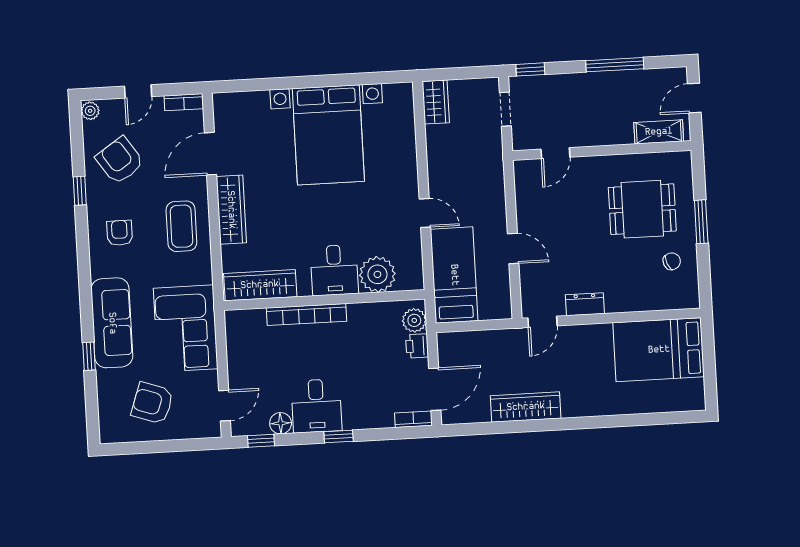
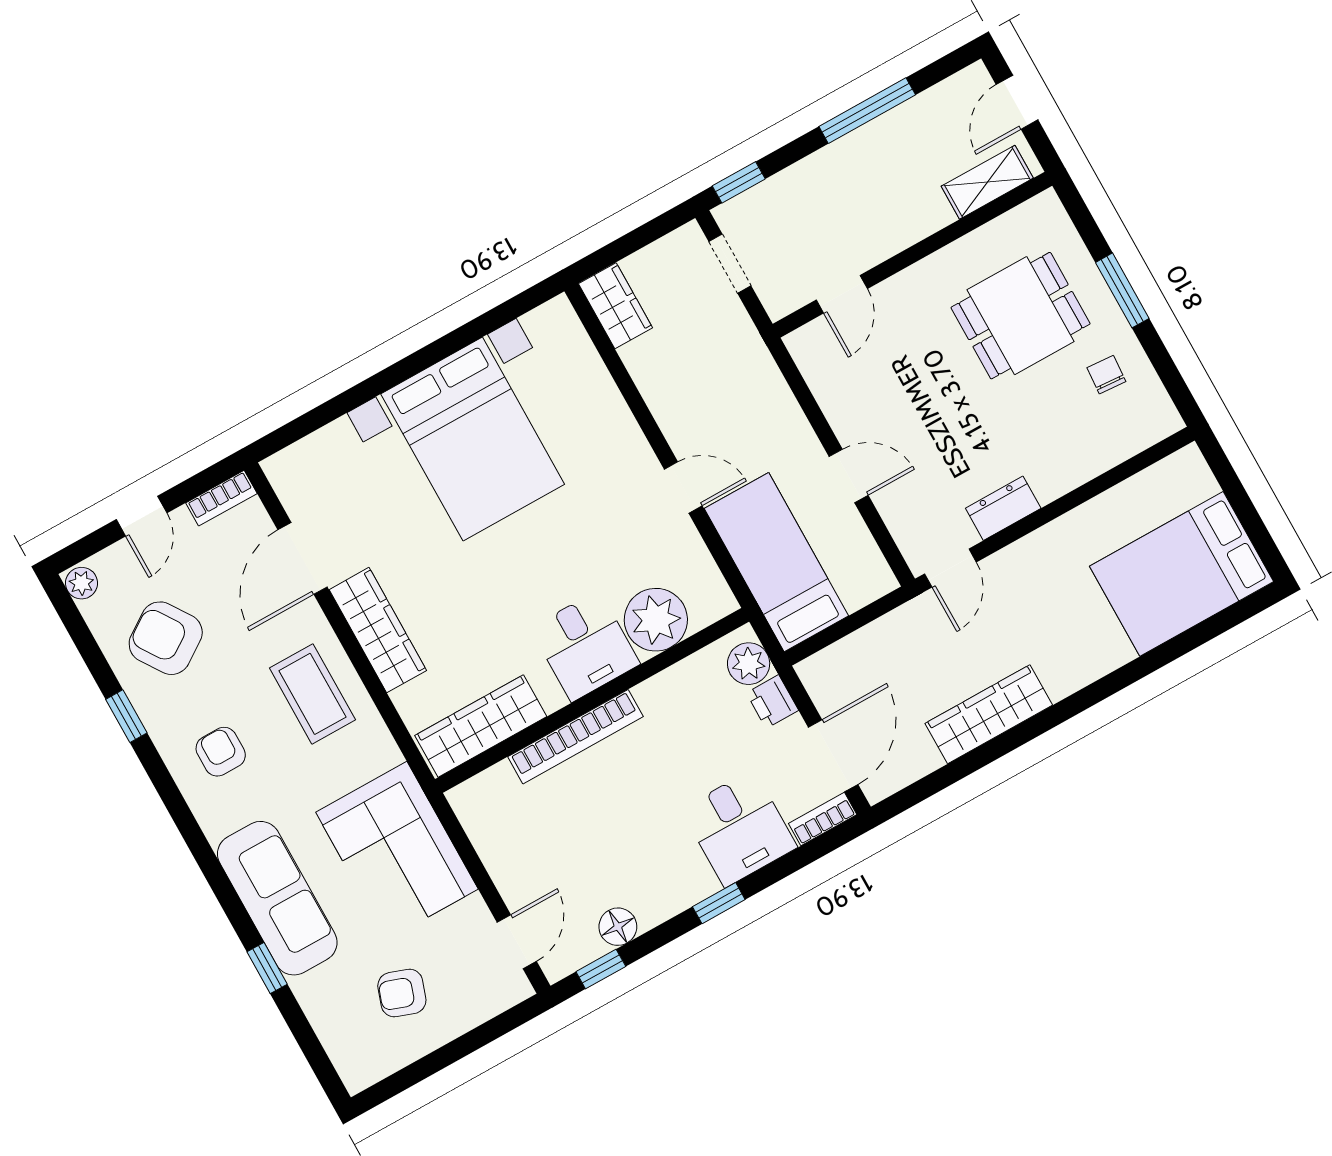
chair: (672, 261) -> (1106, 375), turned -64
bed: (659, 350) -> (1182, 574), moved
armchair: (152, 403) -> (402, 993), width x0.72, depth x0.72
desk: (316, 406) -> (739, 828), moved

